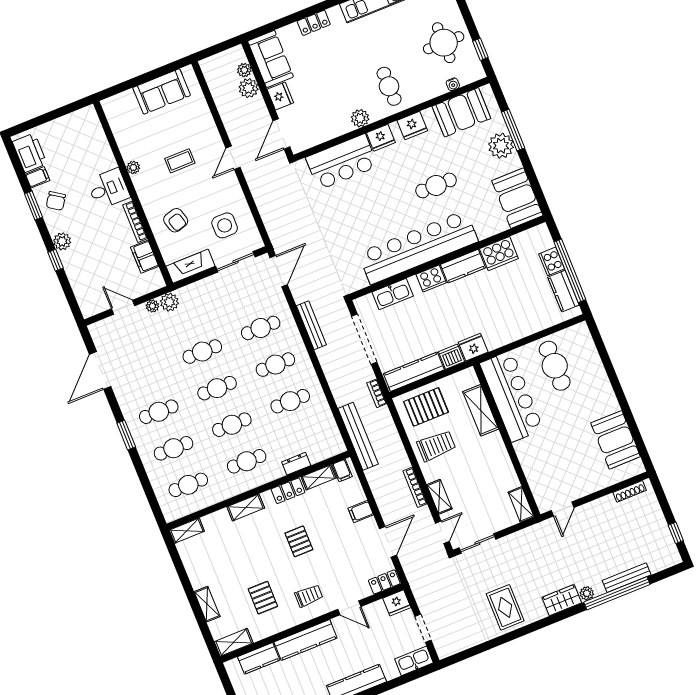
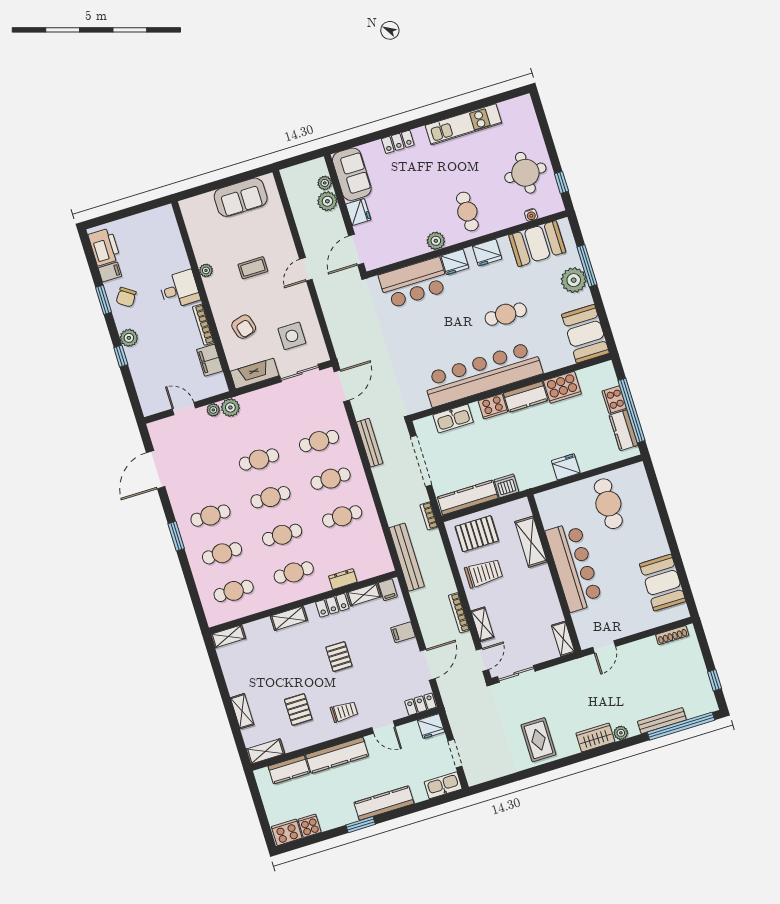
fridge: (473, 347) -> (566, 467), moved
bar counter: (512, 396) -> (574, 567), moved
window: (617, 593) -> (681, 726), moved

